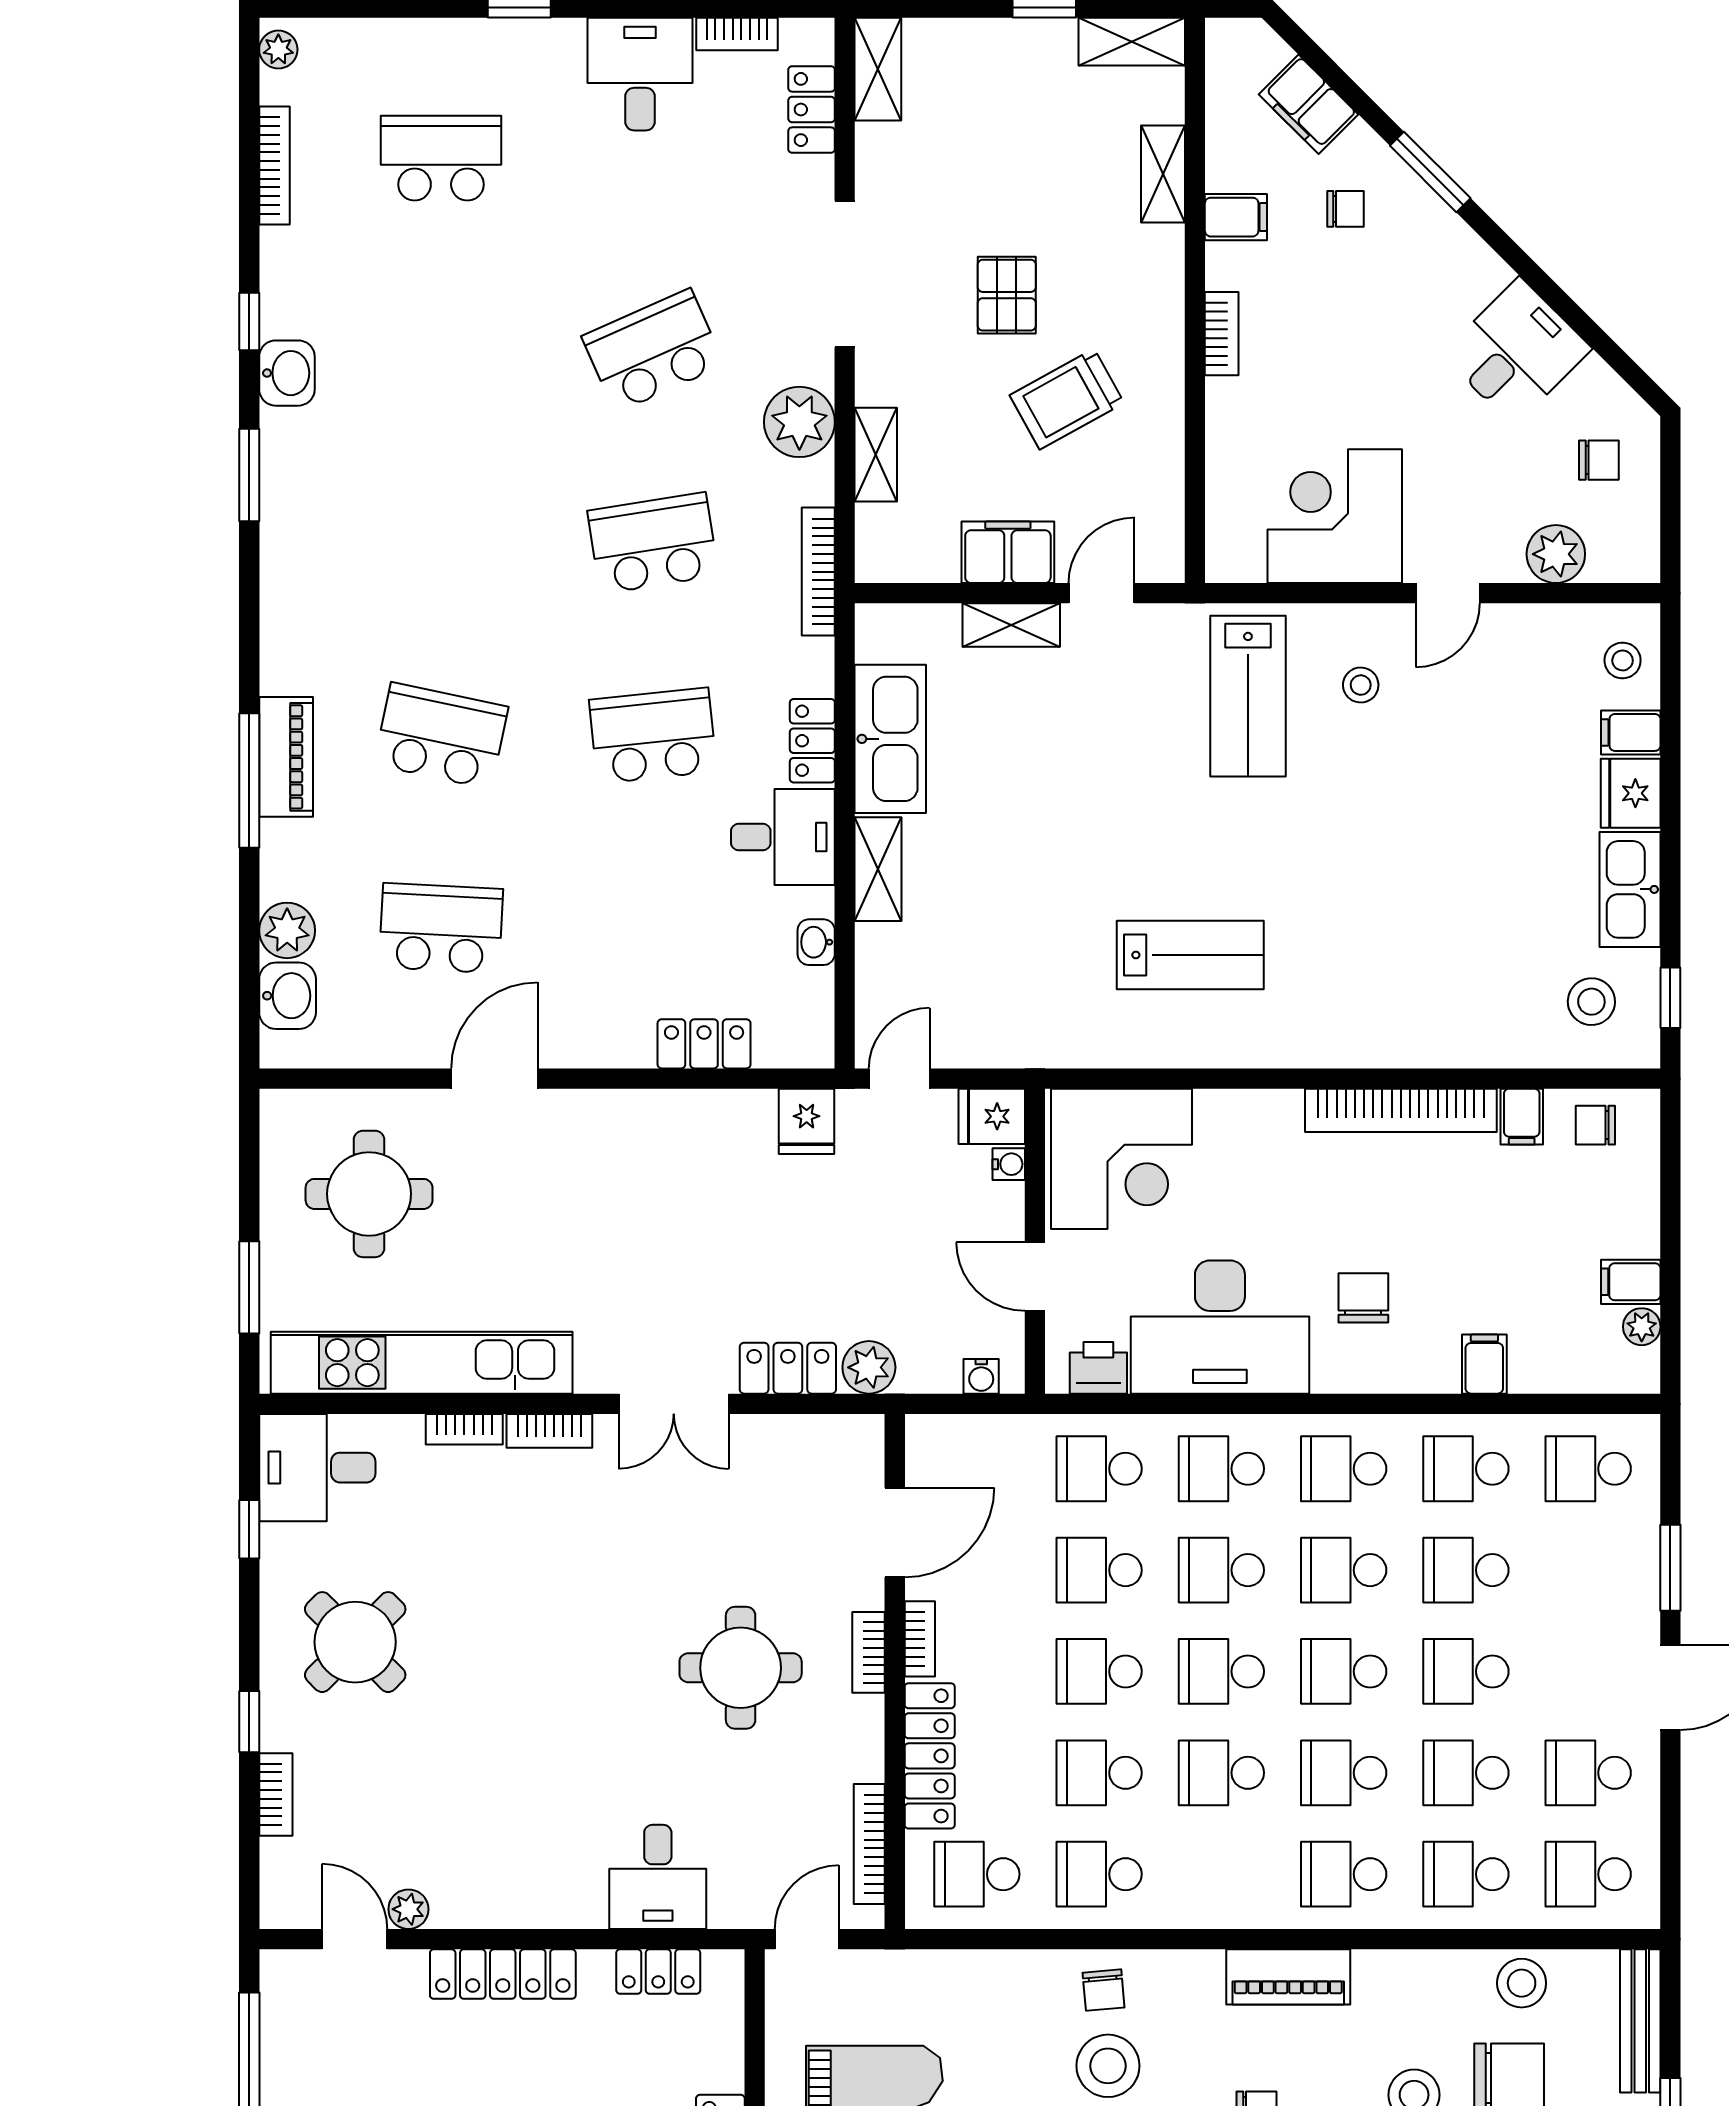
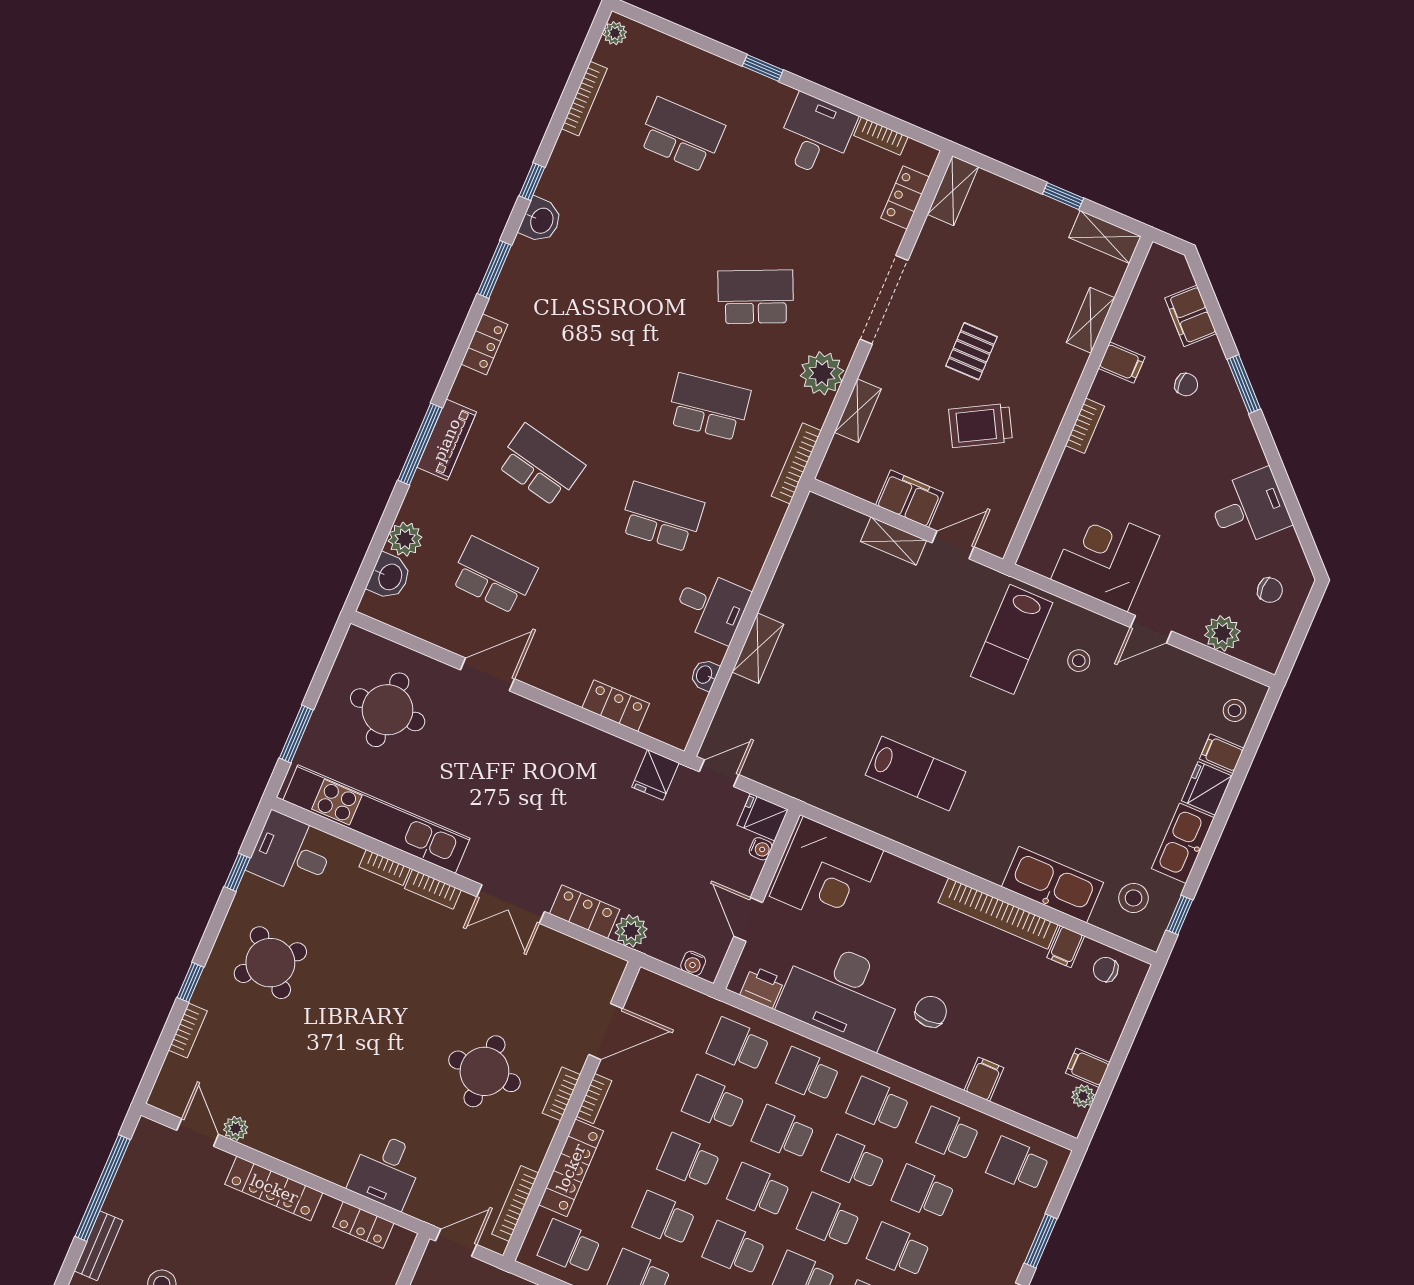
kitchen sink: (890, 739) -> (1053, 885), moved, turned -90
locker: (812, 741) -> (484, 344), moved, turned 180

